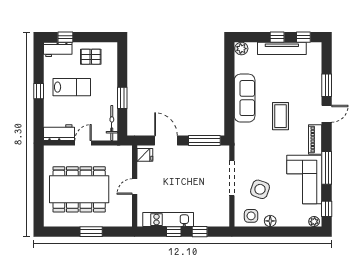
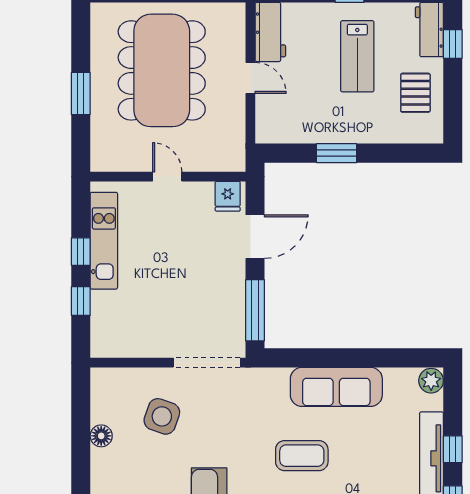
bicycle: (112, 123) -> (289, 133), removed
doorway: (232, 178) -> (207, 363), moved
side table: (251, 216) -> (111, 399), removed

